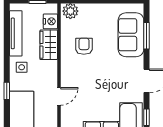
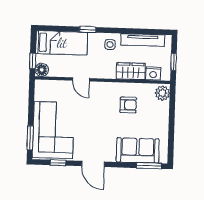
window: (147, 36) -> (149, 166), moved

